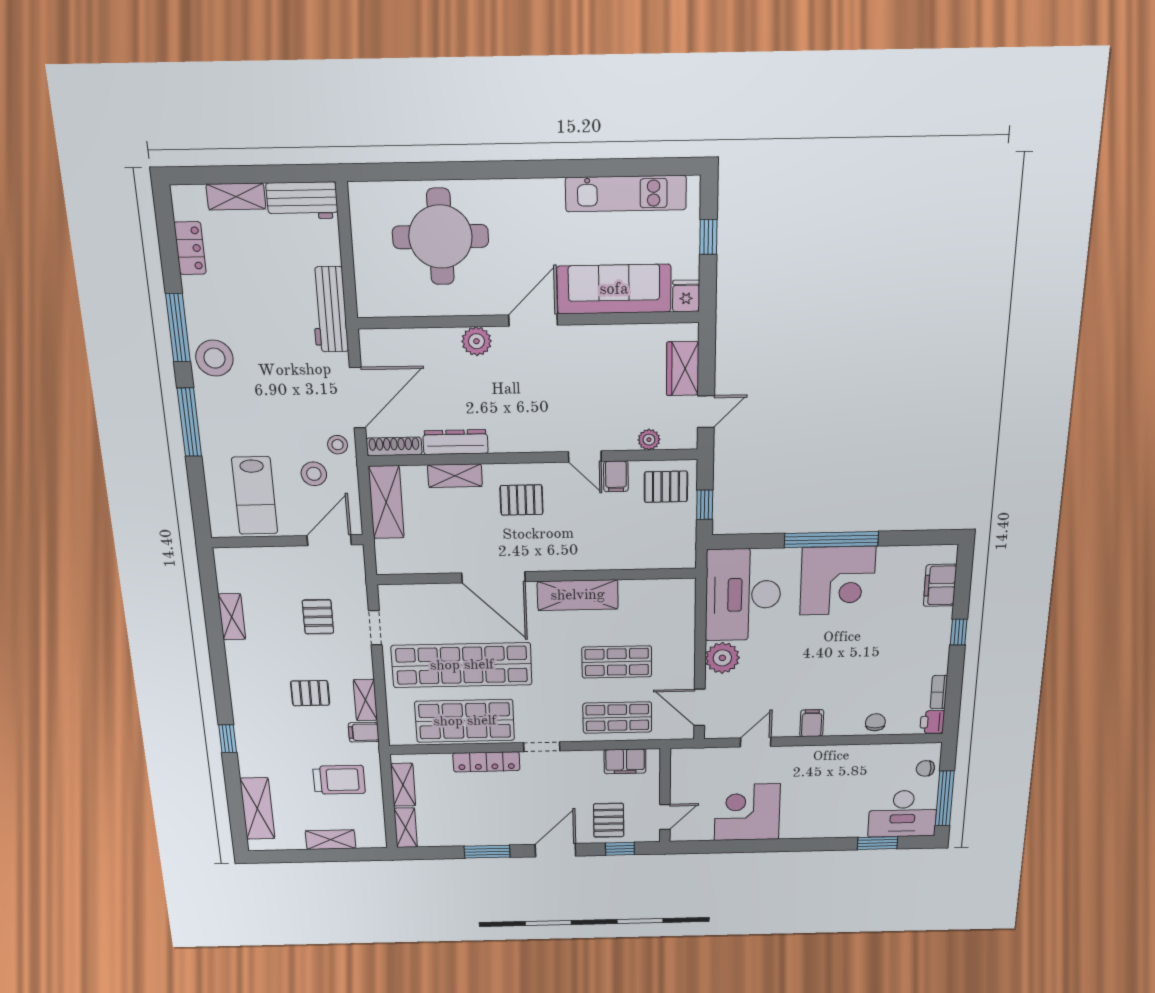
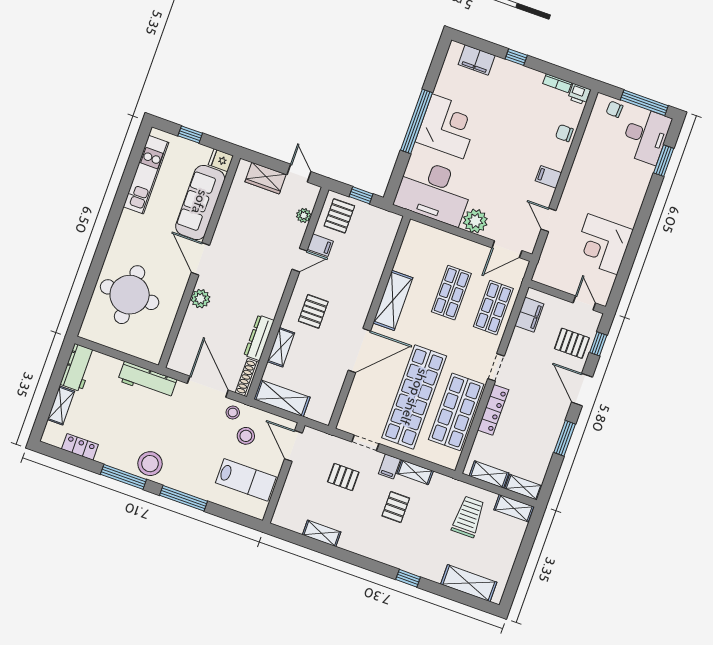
filing cabinet: (364, 732) -> (389, 466), moved
chair: (925, 768) -> (615, 109), turned 93
shelving: (331, 840) -> (514, 508), moved, turned 90

